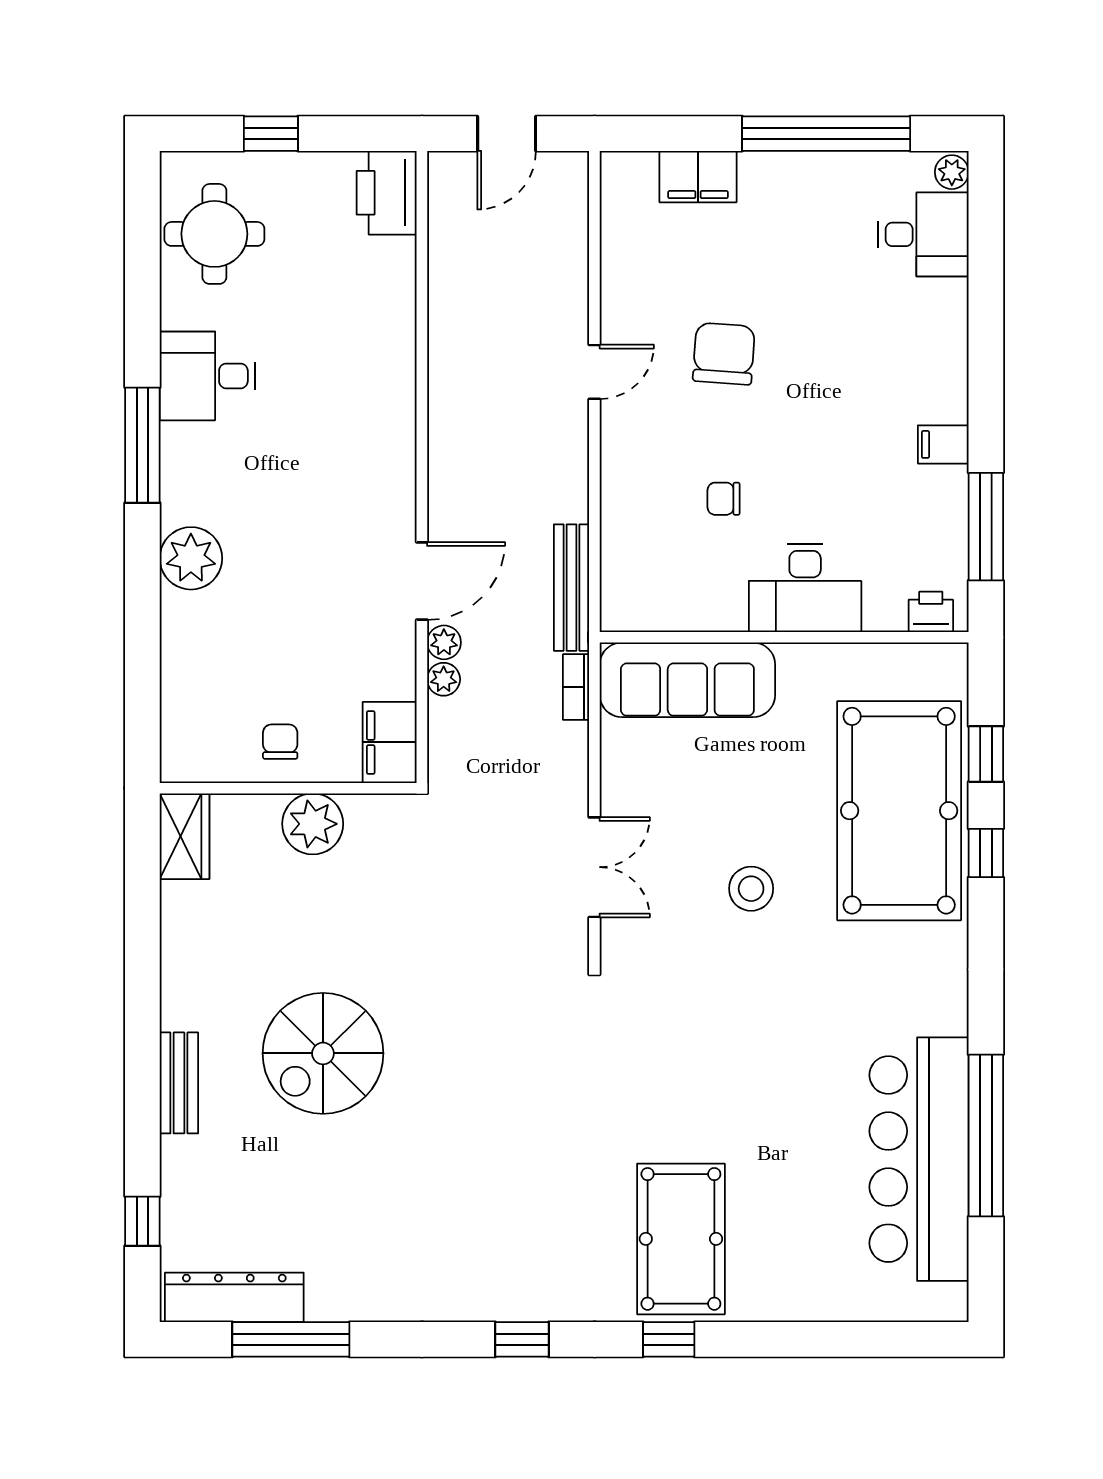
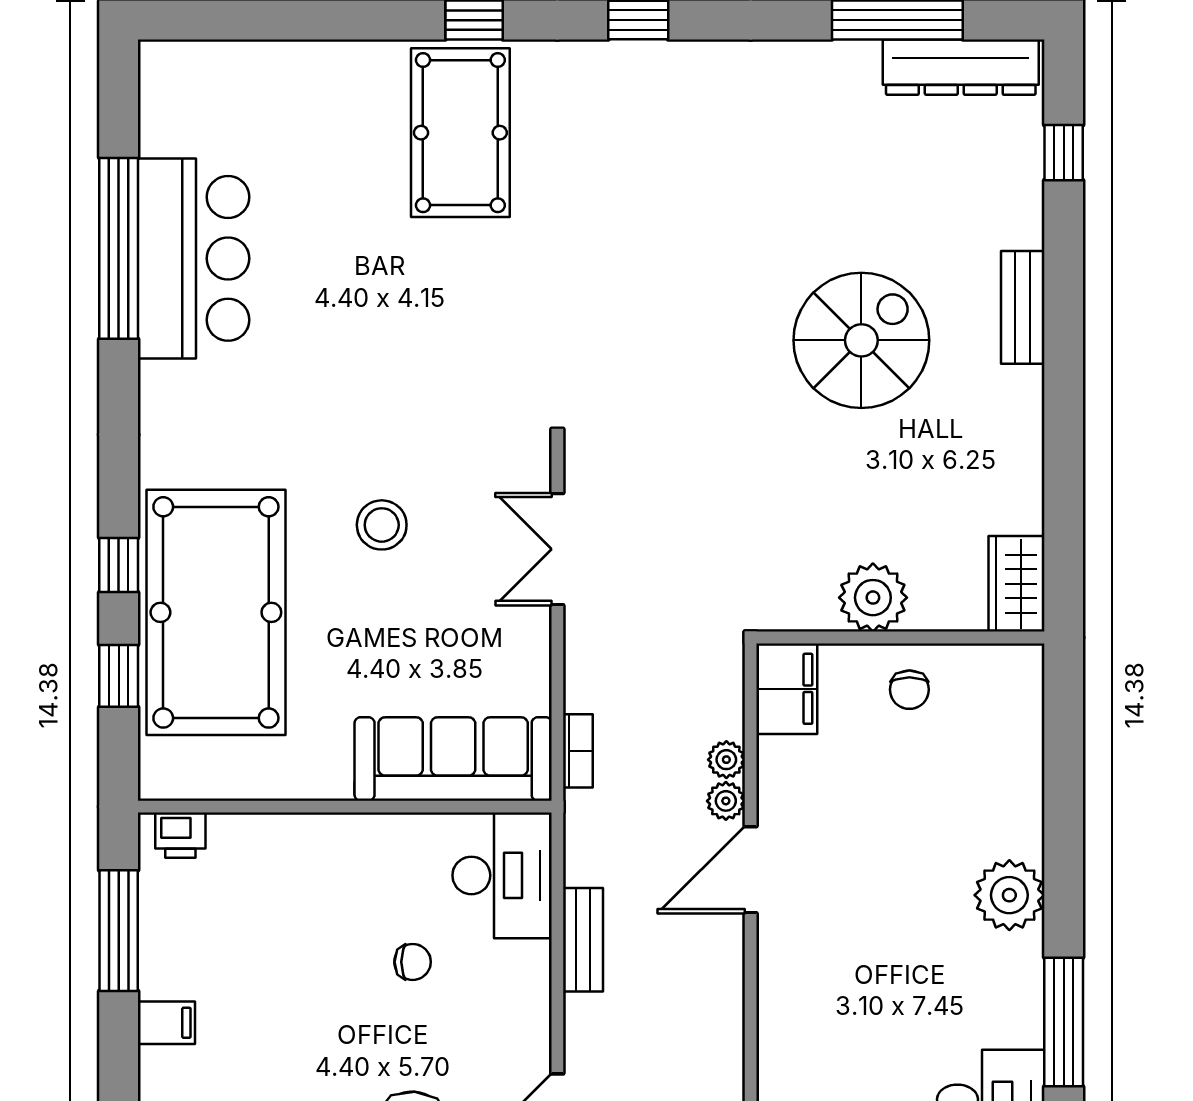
bench: (572, 588) -> (583, 940), moved, width x0.73
desk: (805, 588) -> (502, 875), moved, turned 90
bar counter: (919, 1159) -> (194, 258), width x0.73

